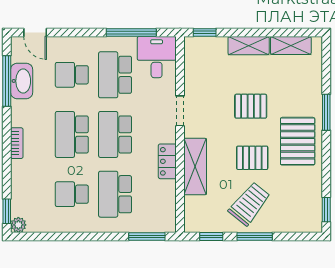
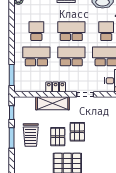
pallet: (251, 106) -> (77, 132), moved
trolley: (249, 204) -> (31, 135), turned 51

